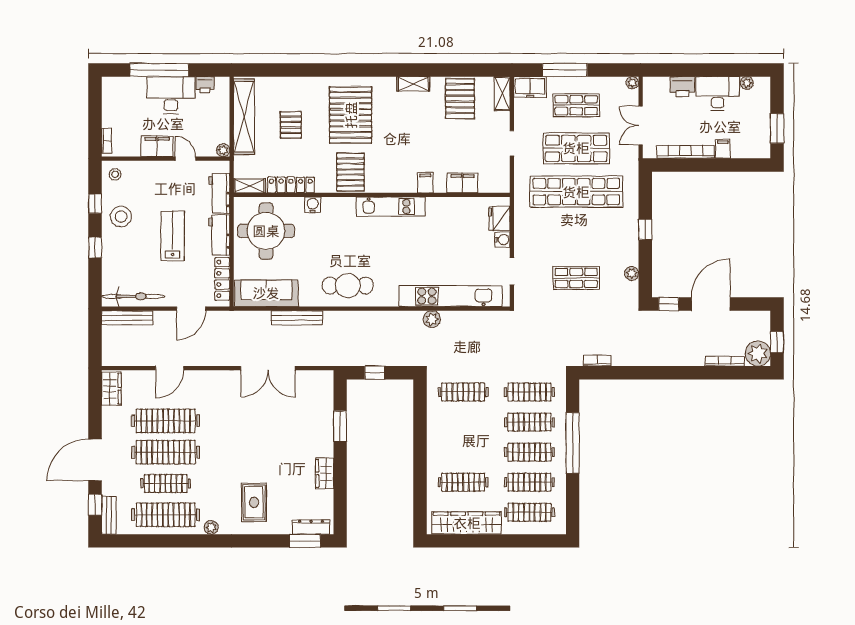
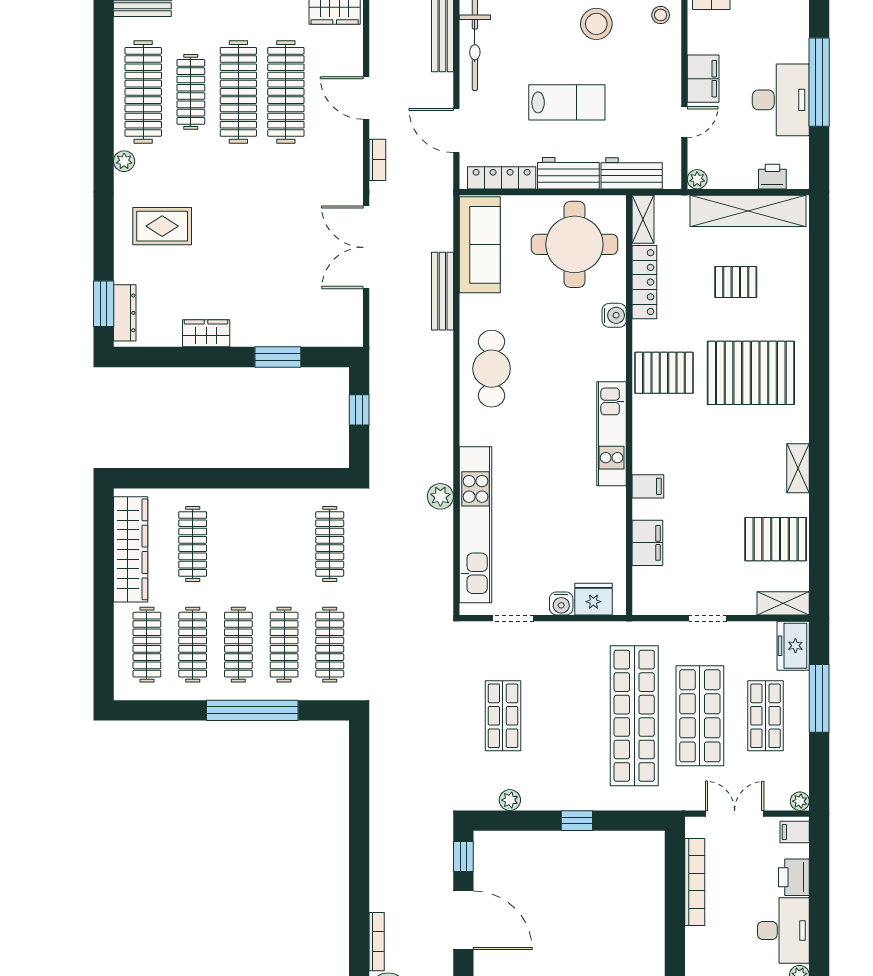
printer: (205, 85) -> (772, 177), moved, turned 90
filing cabinet: (723, 149) -> (795, 832), moved, turned 180
bookcase: (597, 361) -> (377, 160), moved

